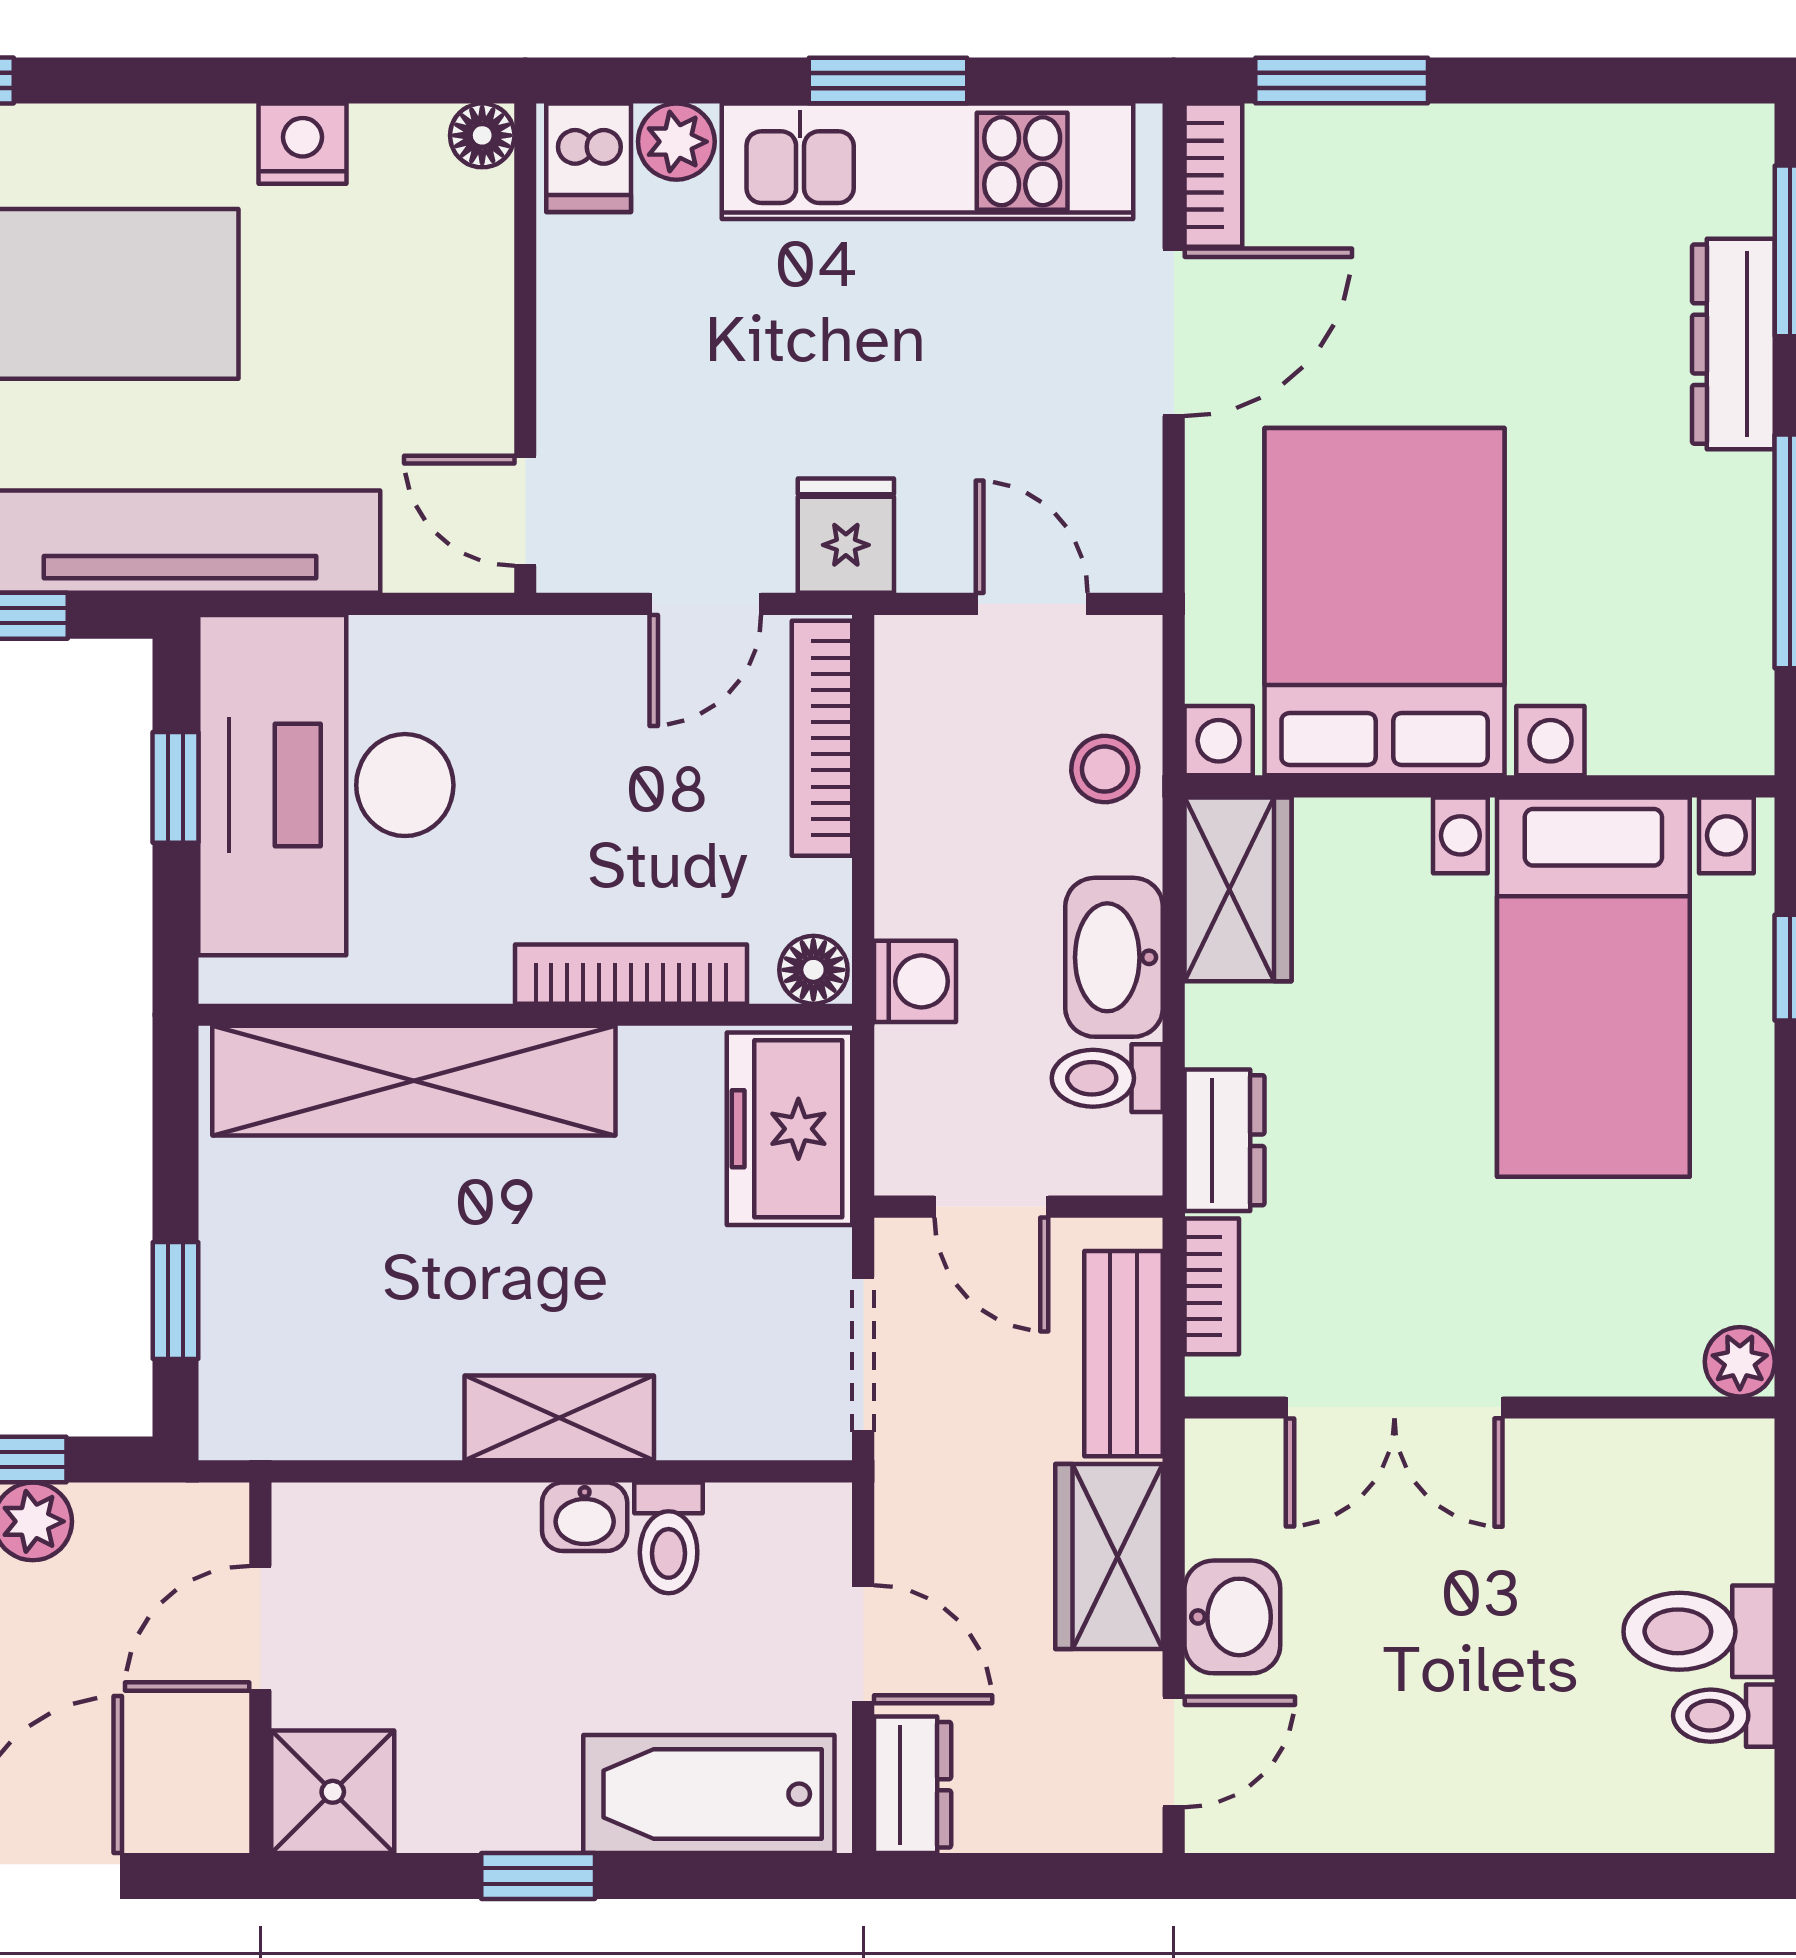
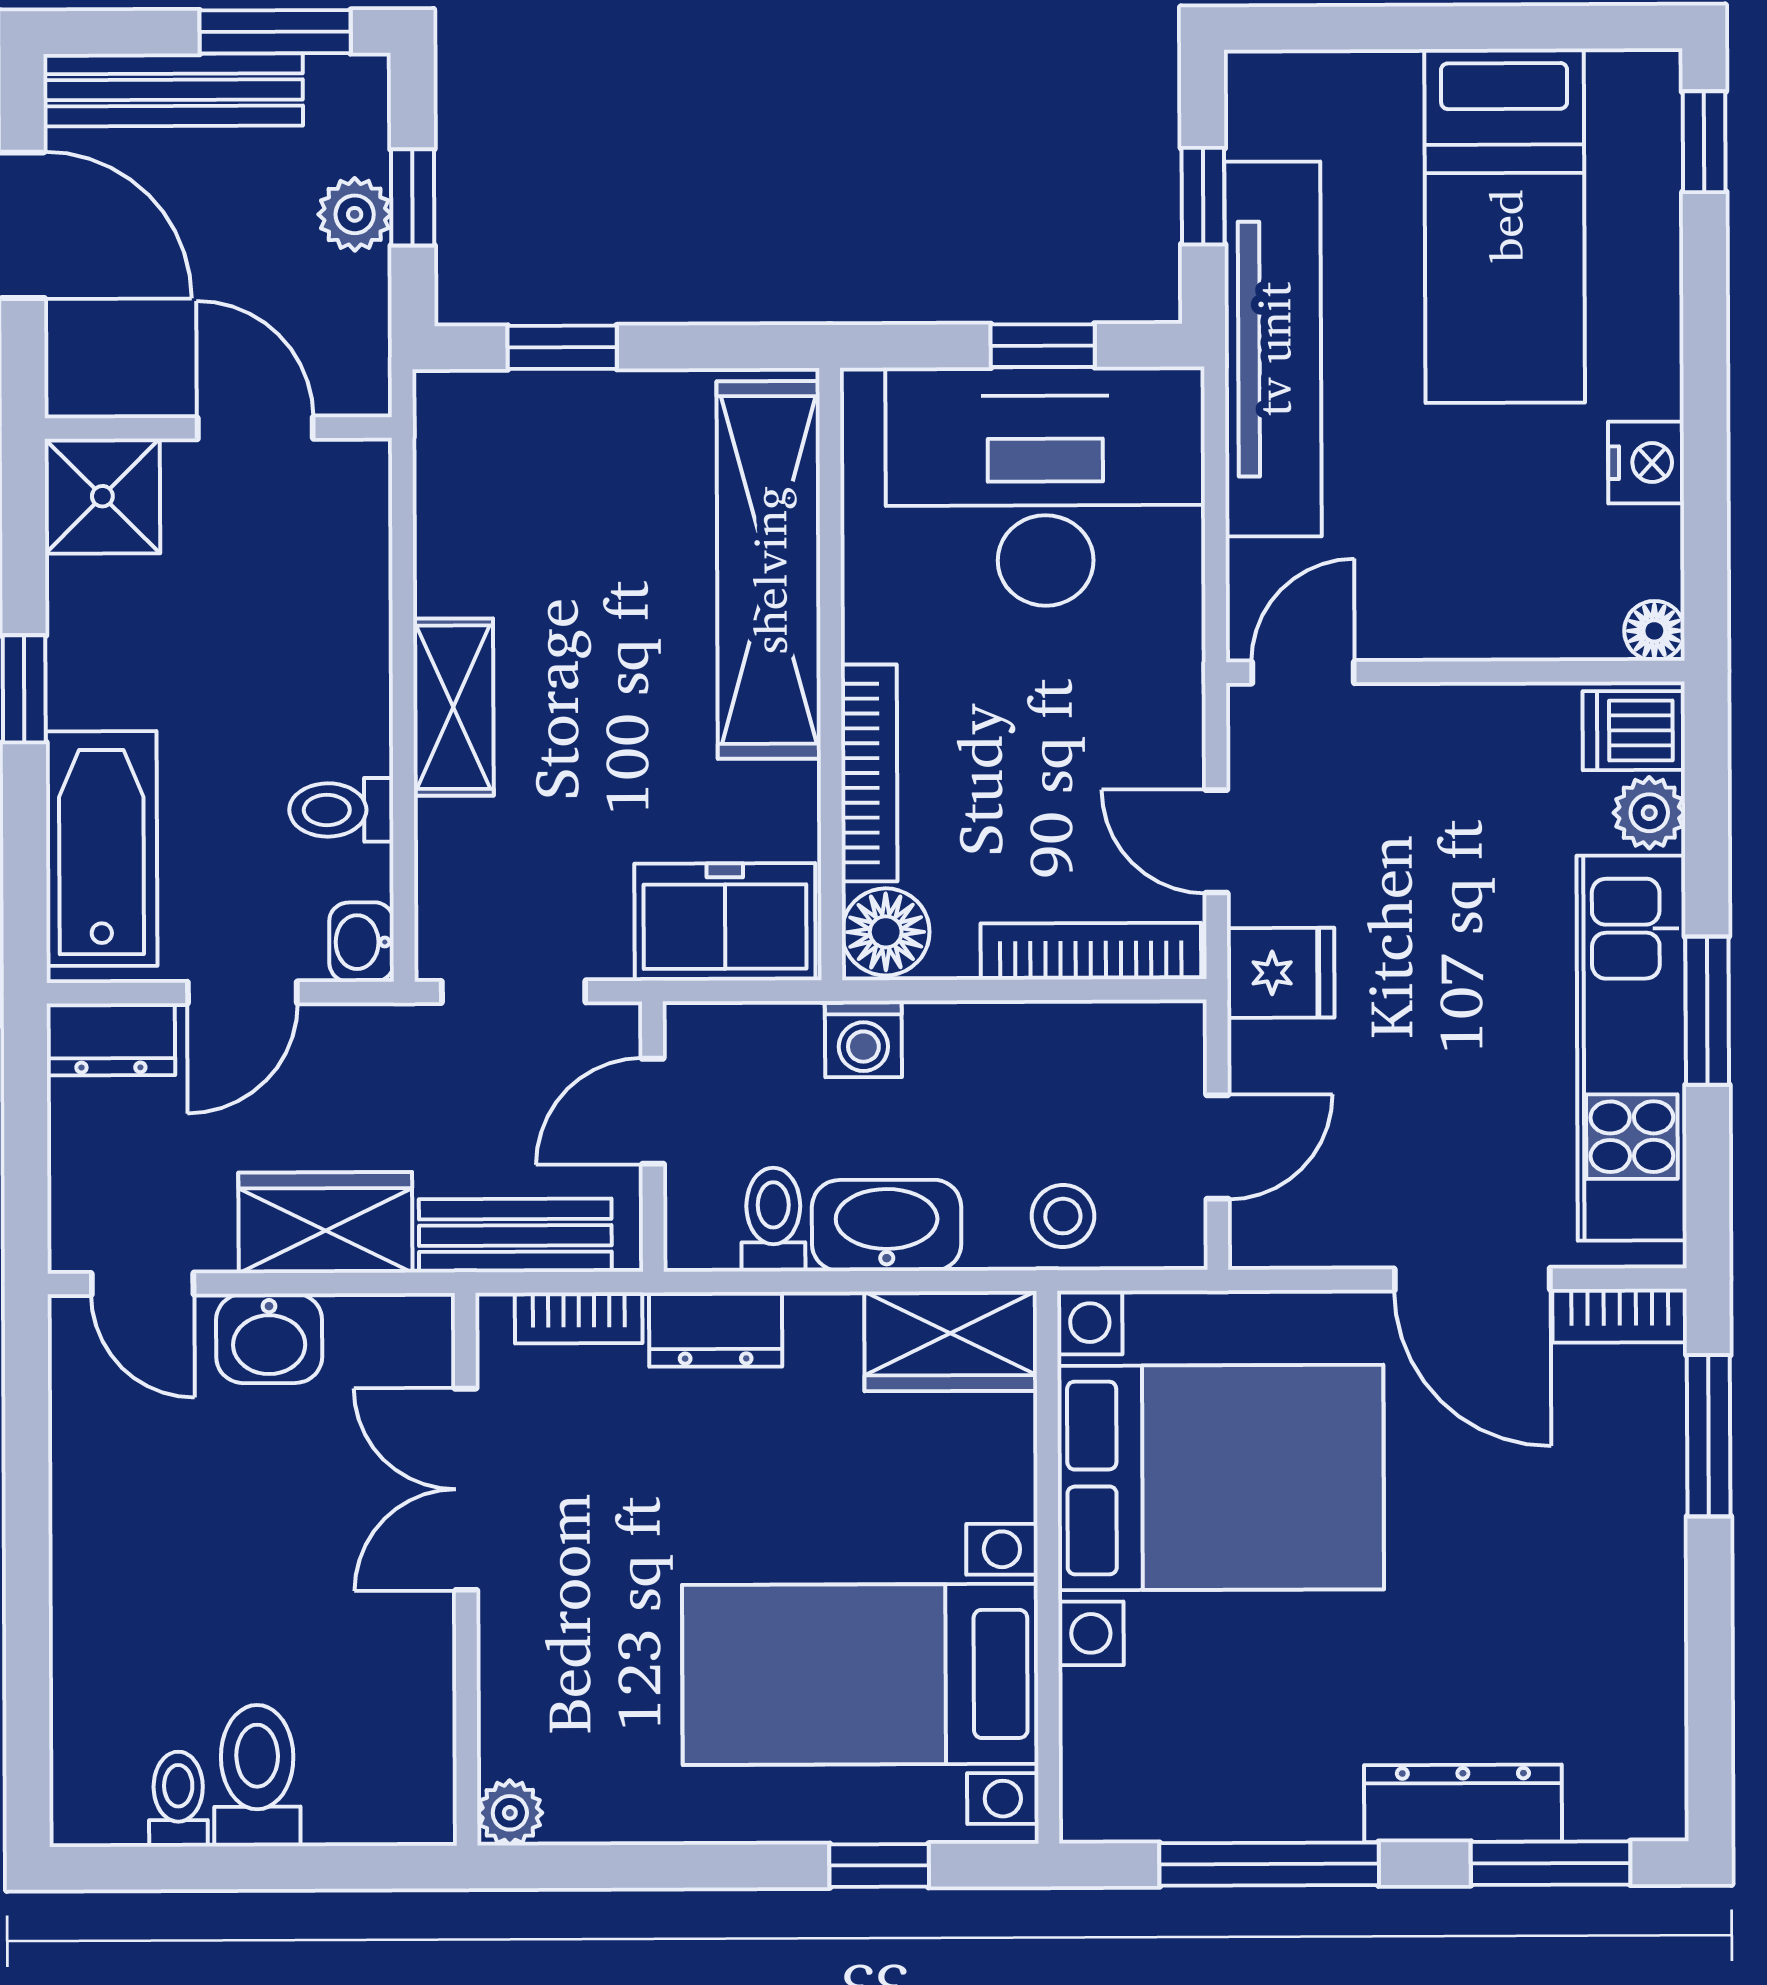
floor lamp: (813, 970) -> (886, 932), width x1.37, depth x1.37
washbasin: (585, 1517) -> (362, 942), moved

